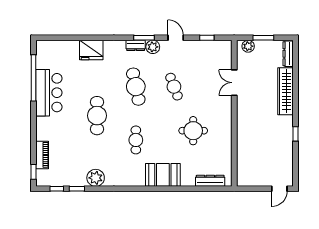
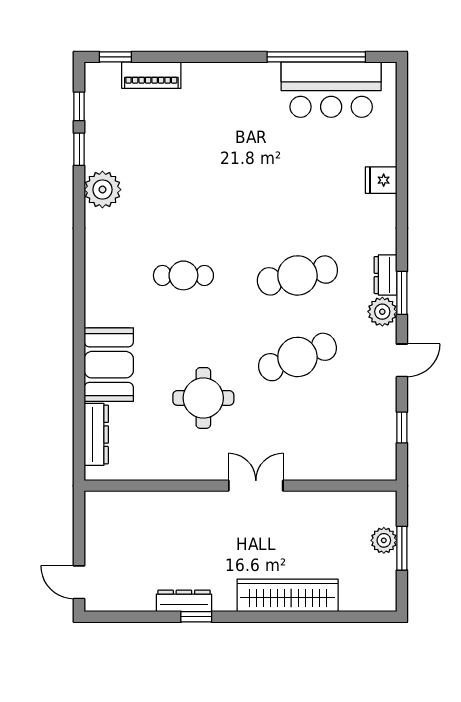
plant: (248, 46) -> (384, 540), moved
fridge: (91, 50) -> (381, 180), width x0.53, depth x0.75
dresser: (288, 54) -> (184, 601), moved
double door: (234, 83) -> (256, 486), moved
cafe table: (174, 87) -> (297, 357), width x1.37, depth x1.35
bar counter: (49, 93) -> (331, 90), moved
cafe table: (97, 116) -> (236, 192), removed
booth: (163, 175) -> (109, 365), moved

